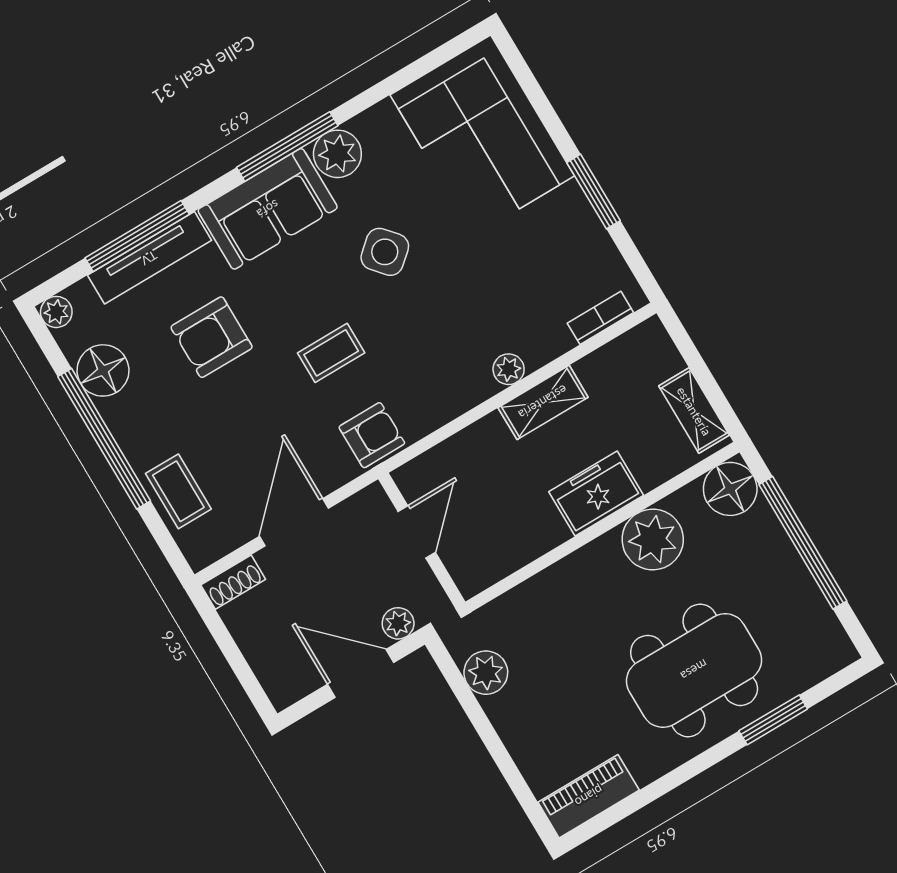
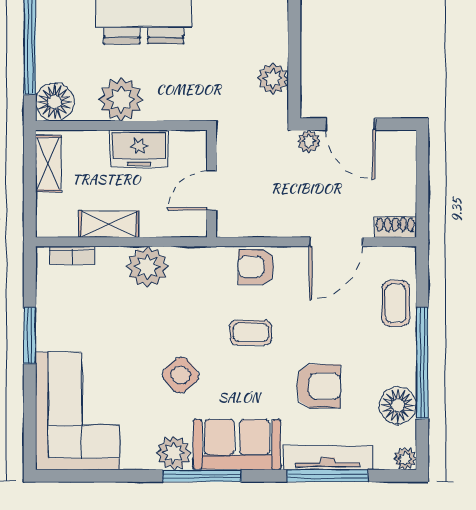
plant: (509, 369) -> (147, 267), width x1.87, depth x1.87
shelving: (543, 402) -> (109, 224), moved
door: (417, 532) -> (211, 191), moved
wall: (422, 540) -> (211, 184), moved

